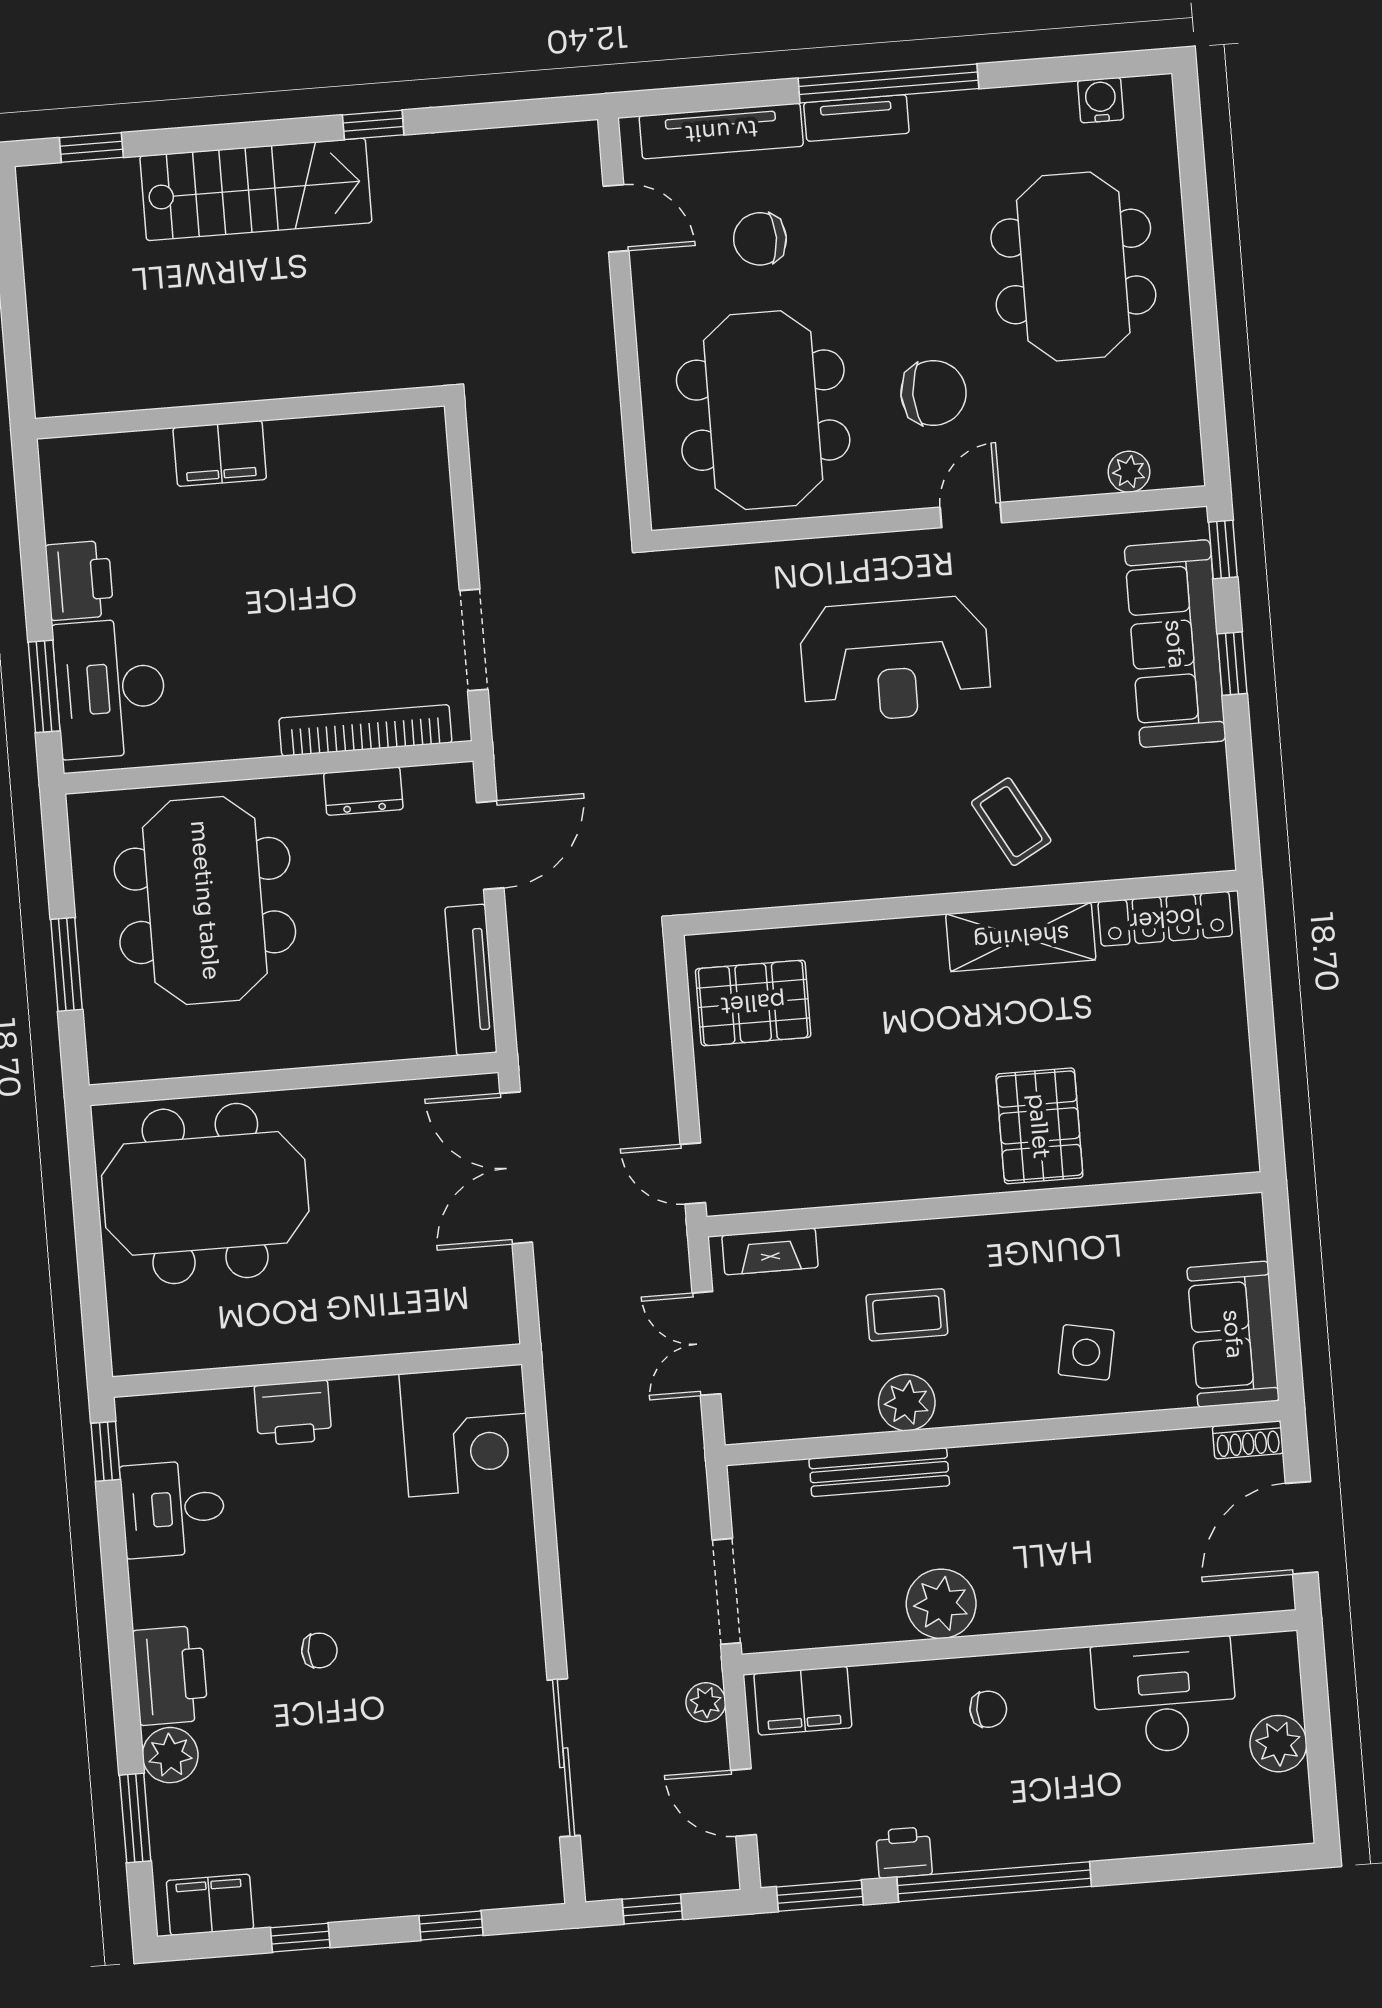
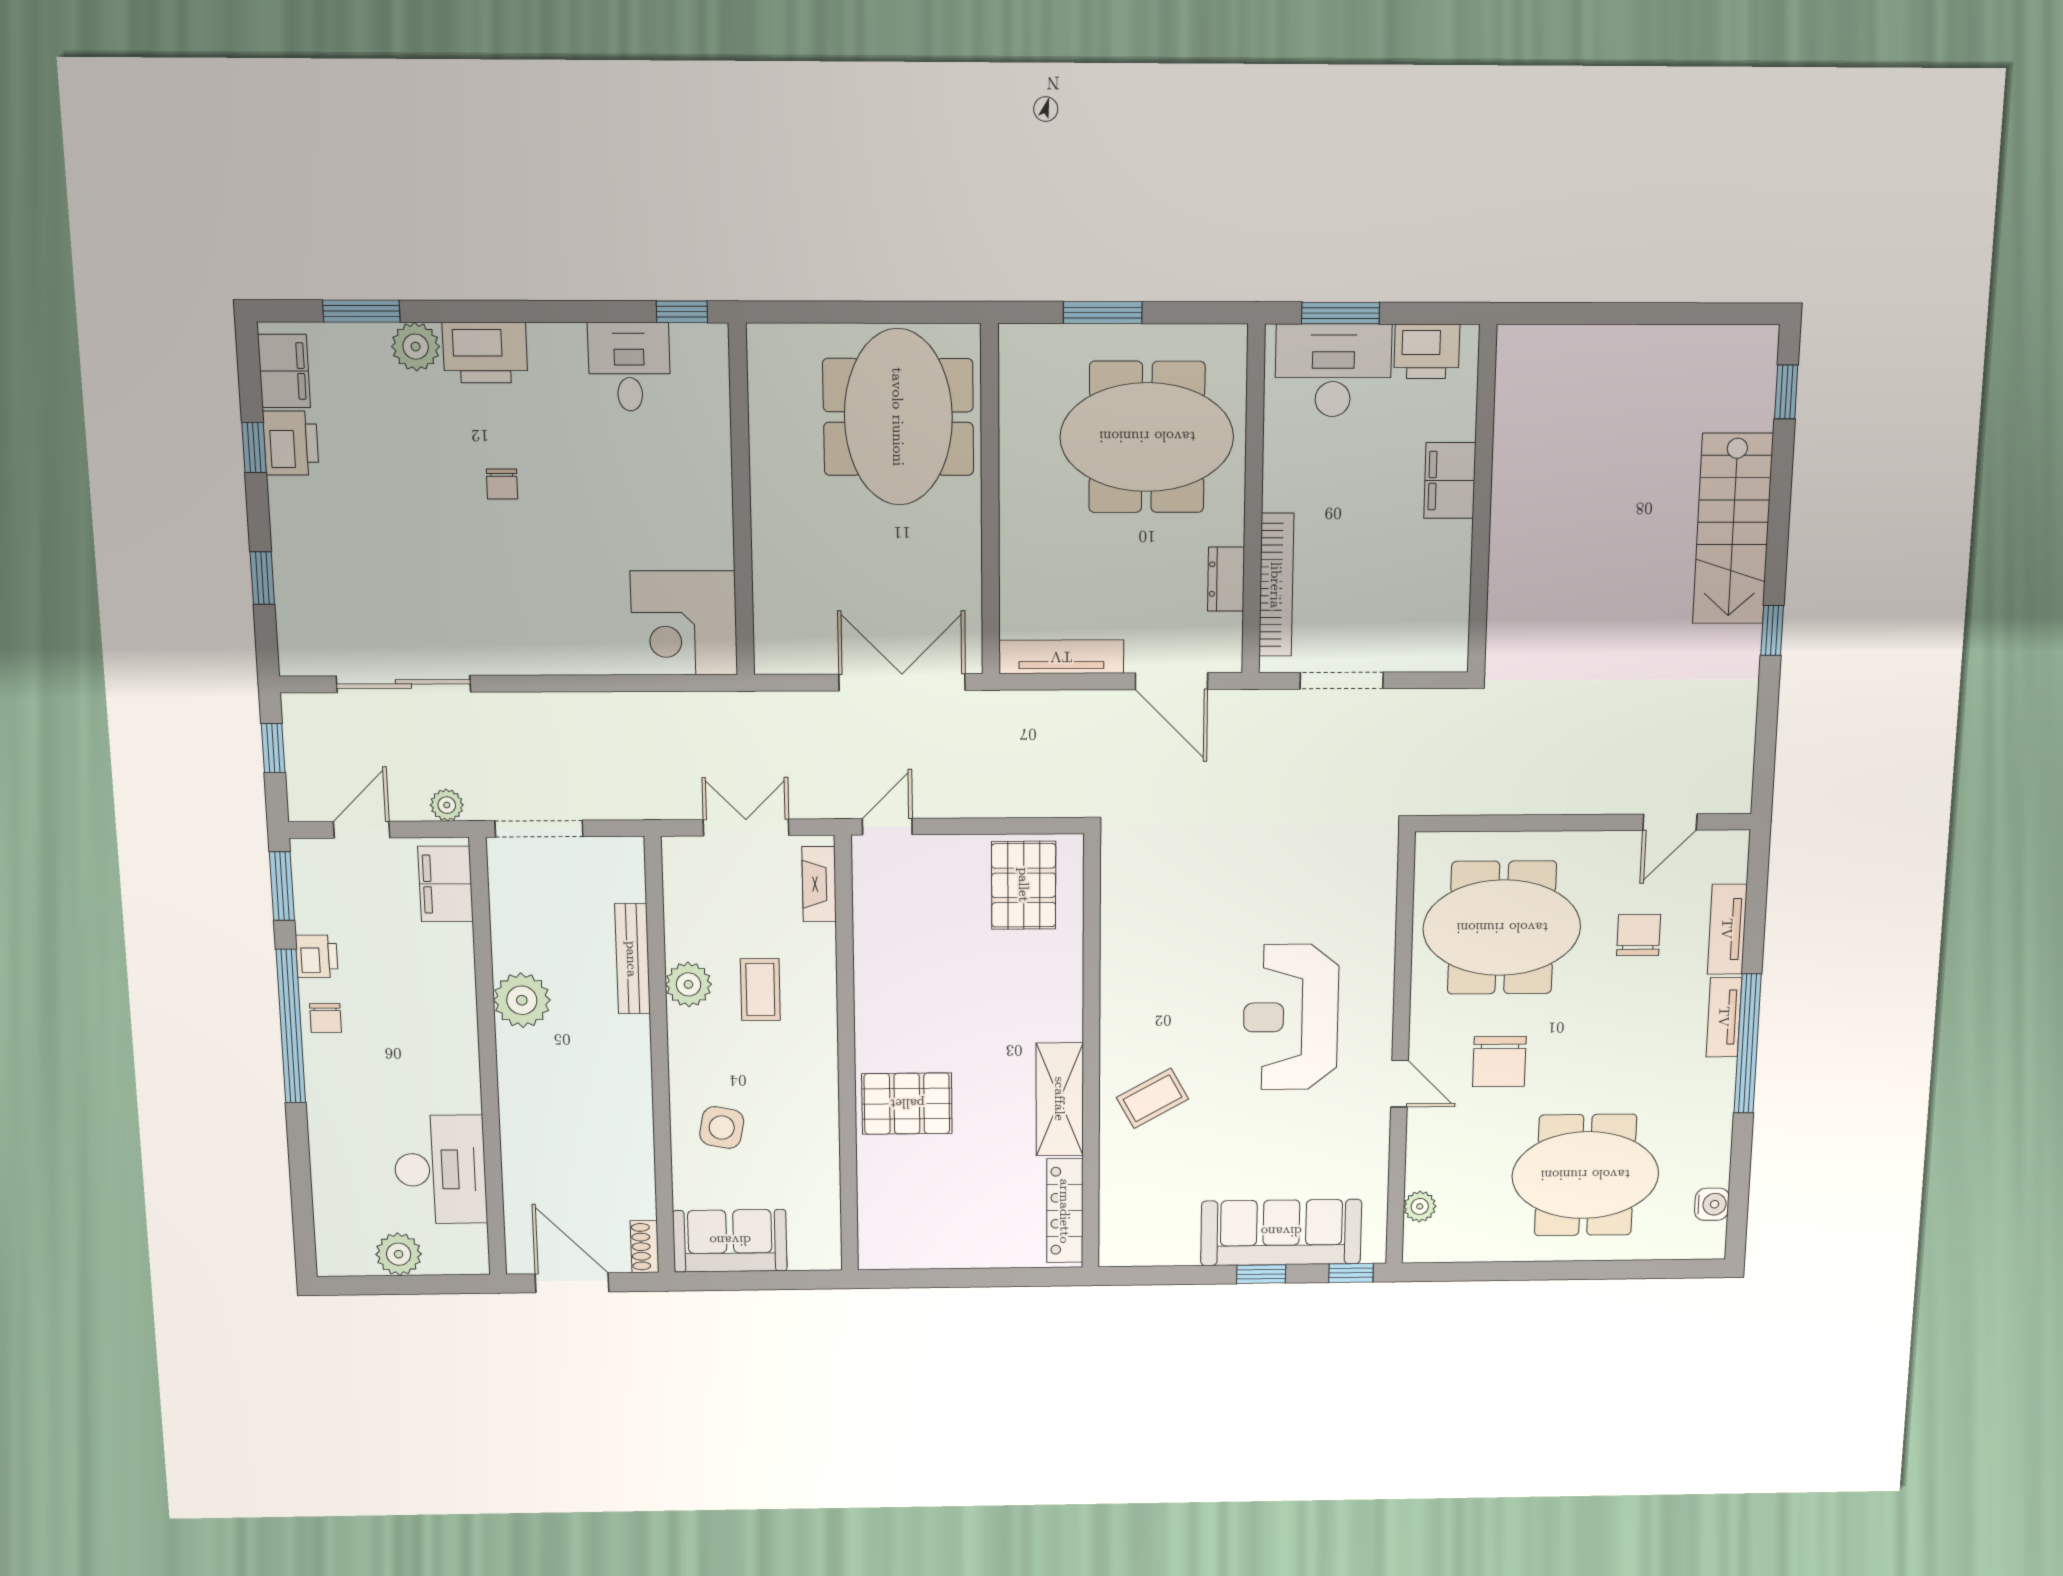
tv unit: (721, 131) -> (1727, 929), width x0.71
wall: (240, 412) -> (1482, 500), moved
filing cabinet: (220, 453) -> (1450, 481), moved
printer: (293, 1413) -> (291, 443), moved, turned 180
chair: (988, 1709) -> (326, 1018), moved

